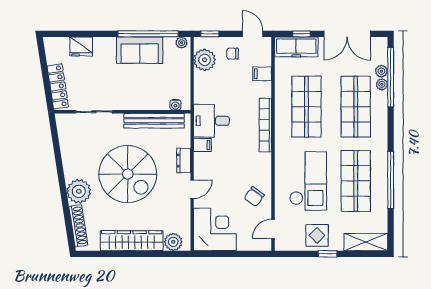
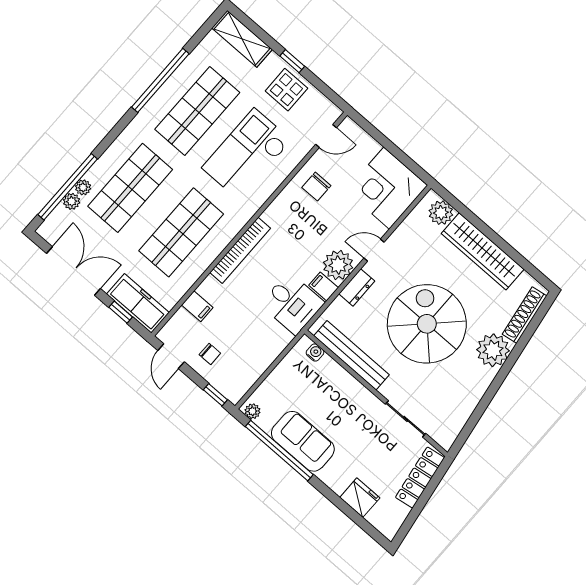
plant: (205, 60) -> (338, 265), moved
chair: (254, 197) -> (316, 187), turned 144

